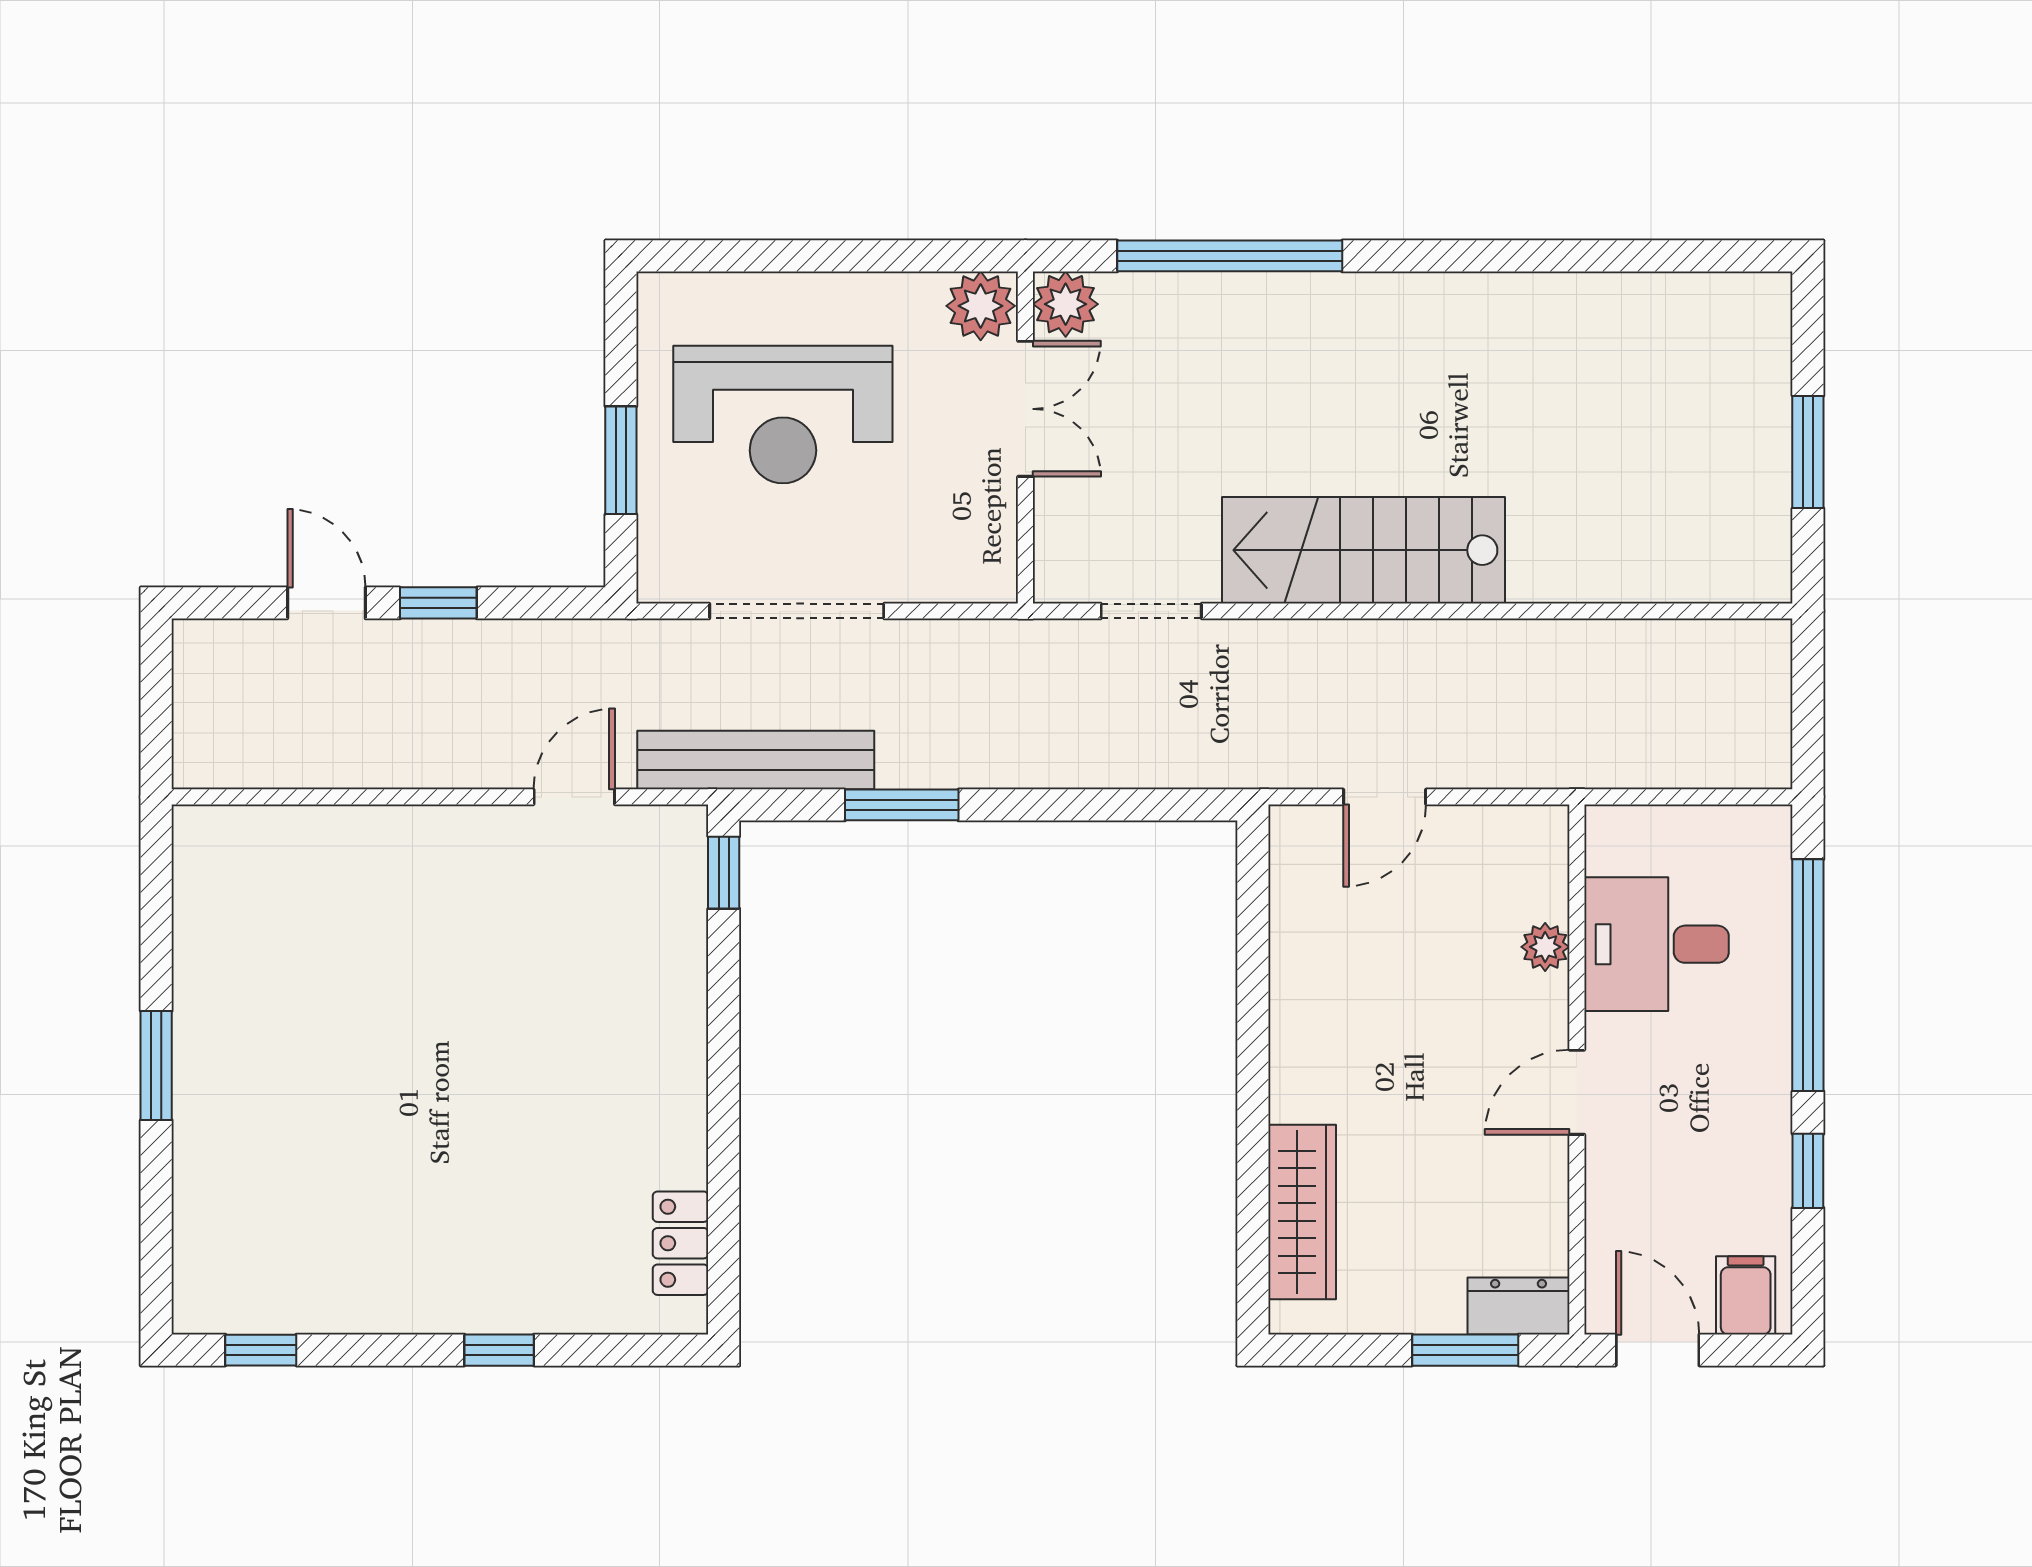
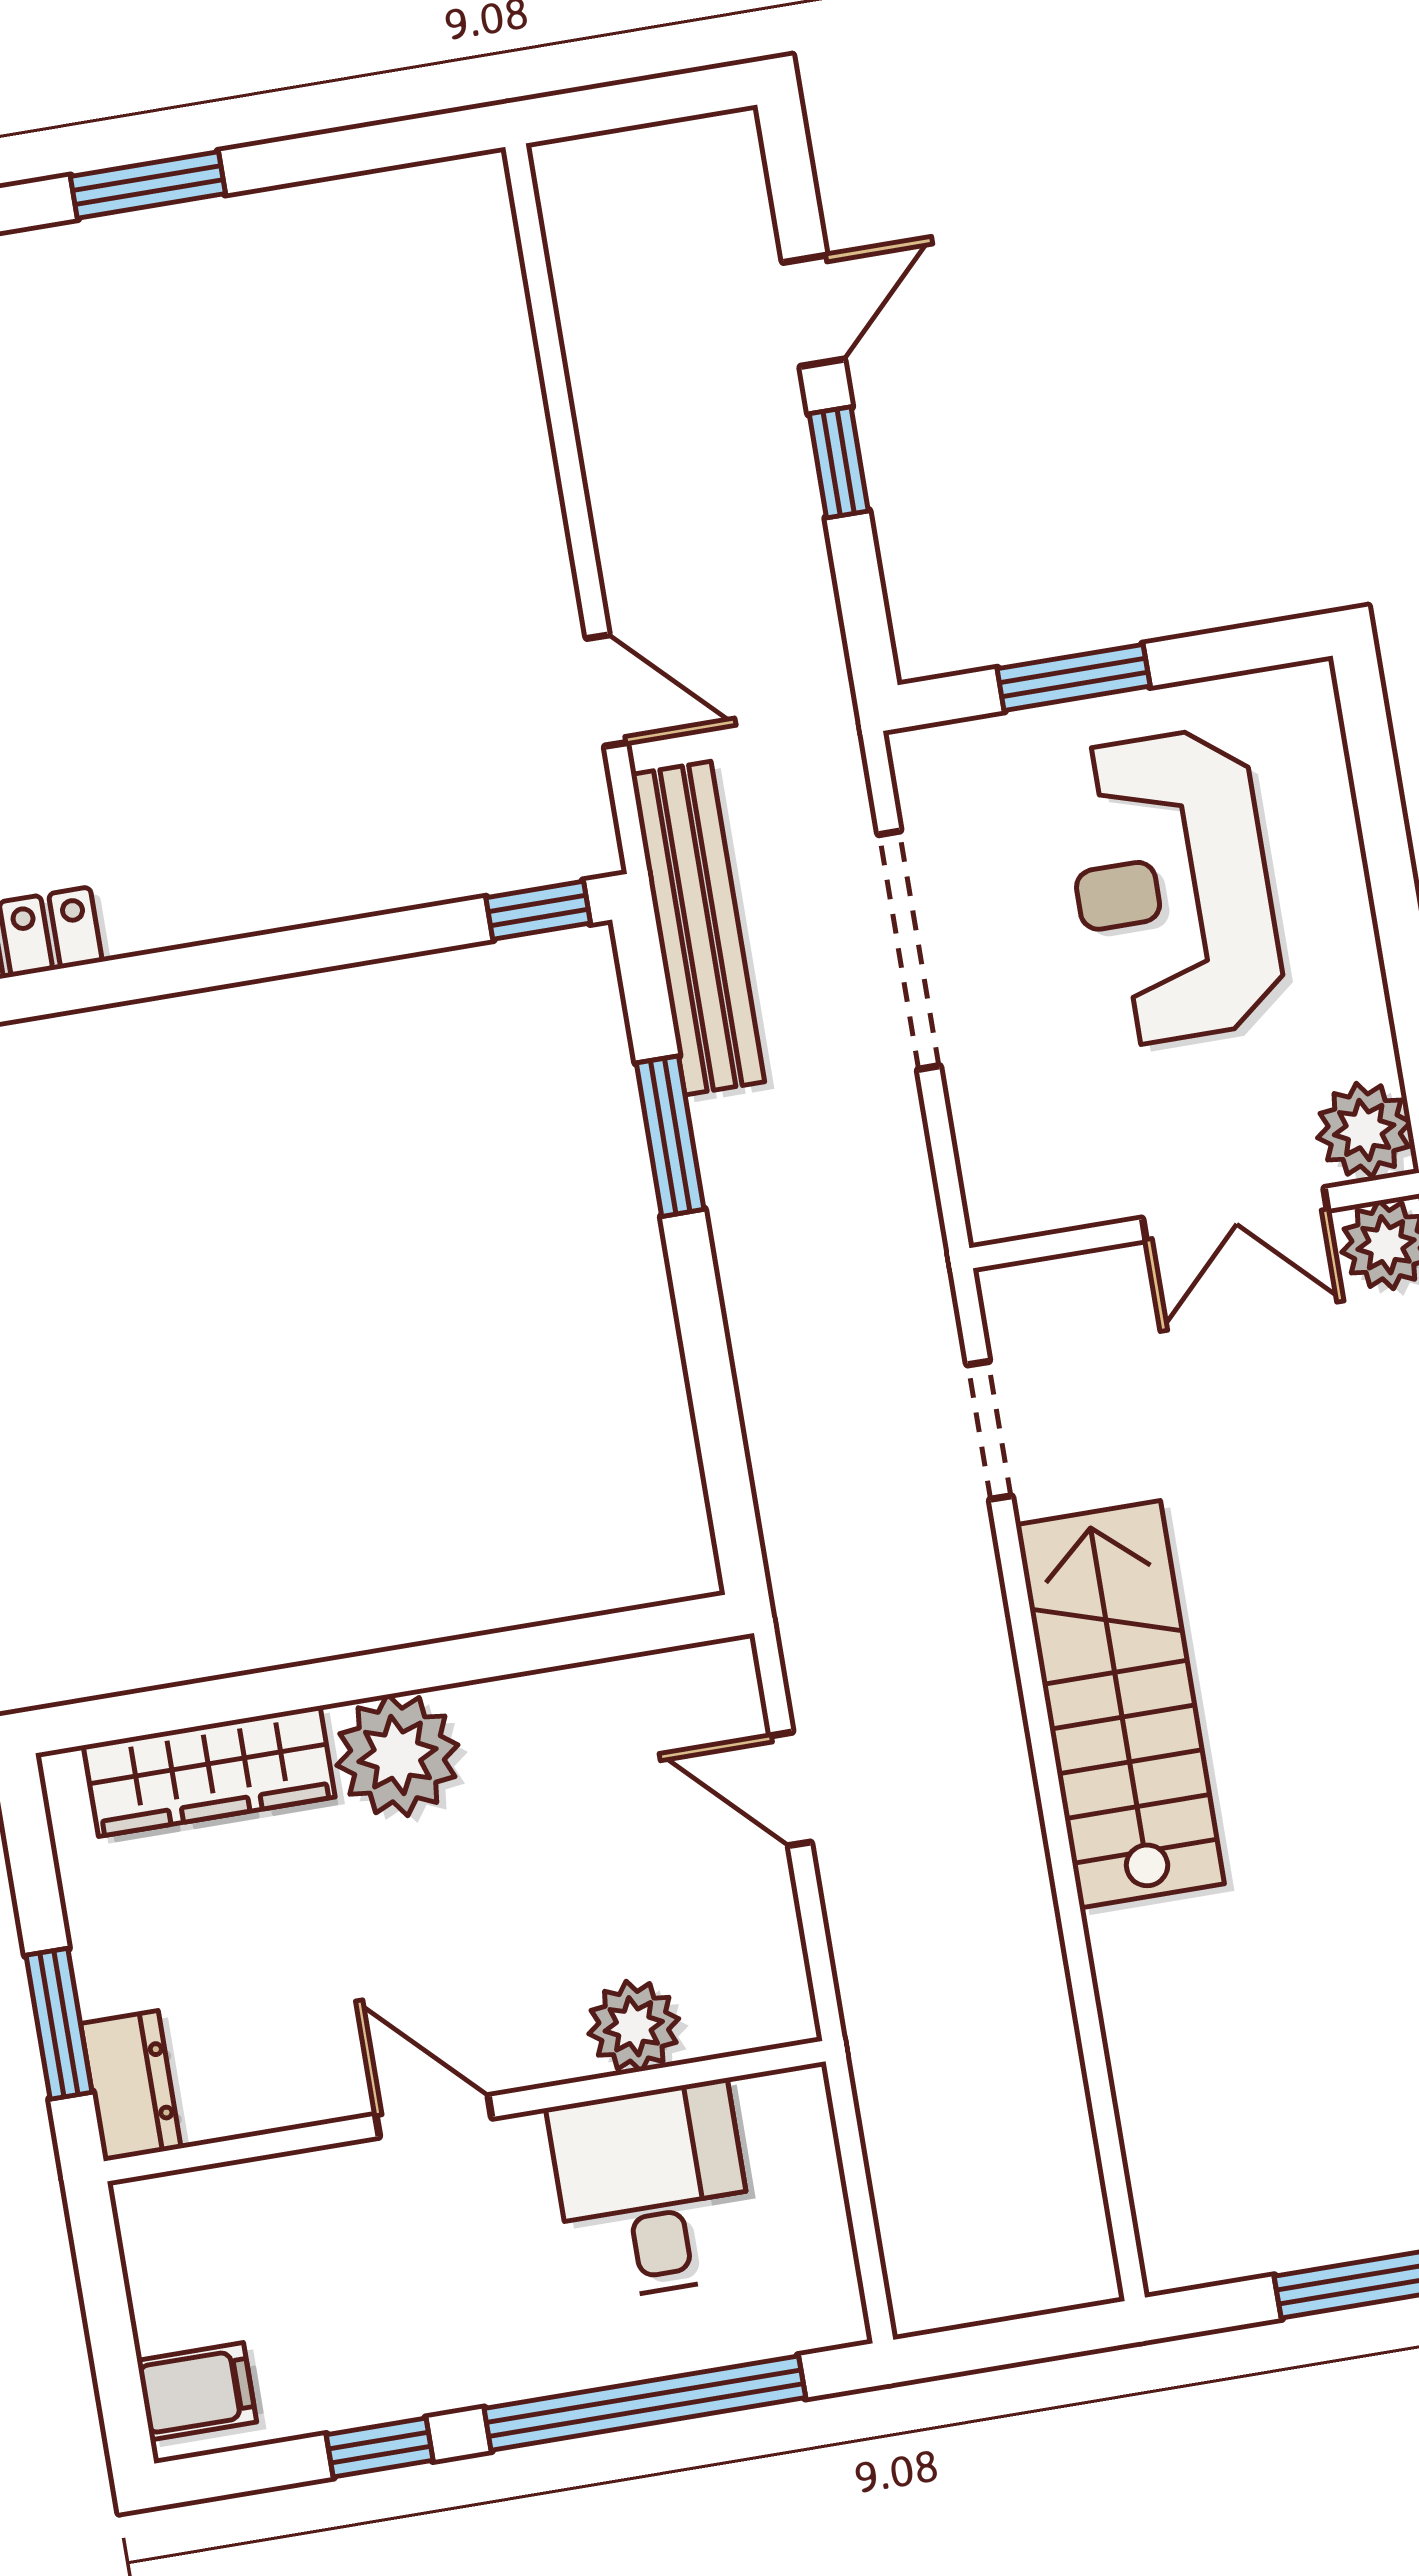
plant: (1545, 947) -> (634, 2026), width x1.38, depth x1.38
plant: (1313, 1075) -> (397, 1755), added
door: (1658, 1350) -> (103, 2284), removed

